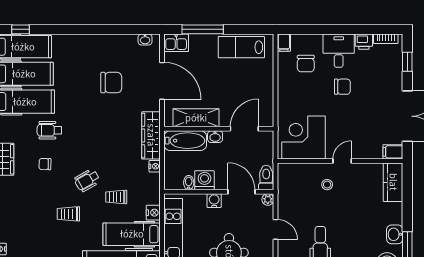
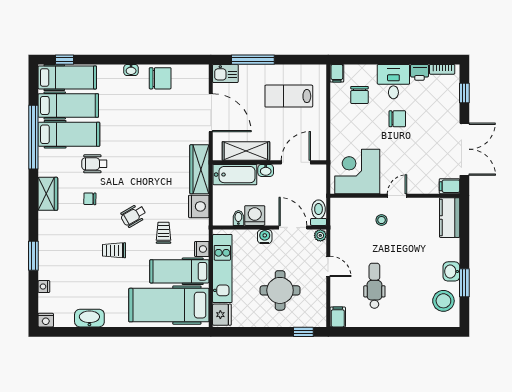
washbasin: (145, 39) -> (131, 70), moved
lab bench: (241, 47) -> (289, 96), moved
chair: (111, 83) -> (160, 78), moved
nightstand: (155, 166) -> (199, 206), width x1.89, depth x1.79
trolley: (116, 197) -> (164, 233), turned 90

